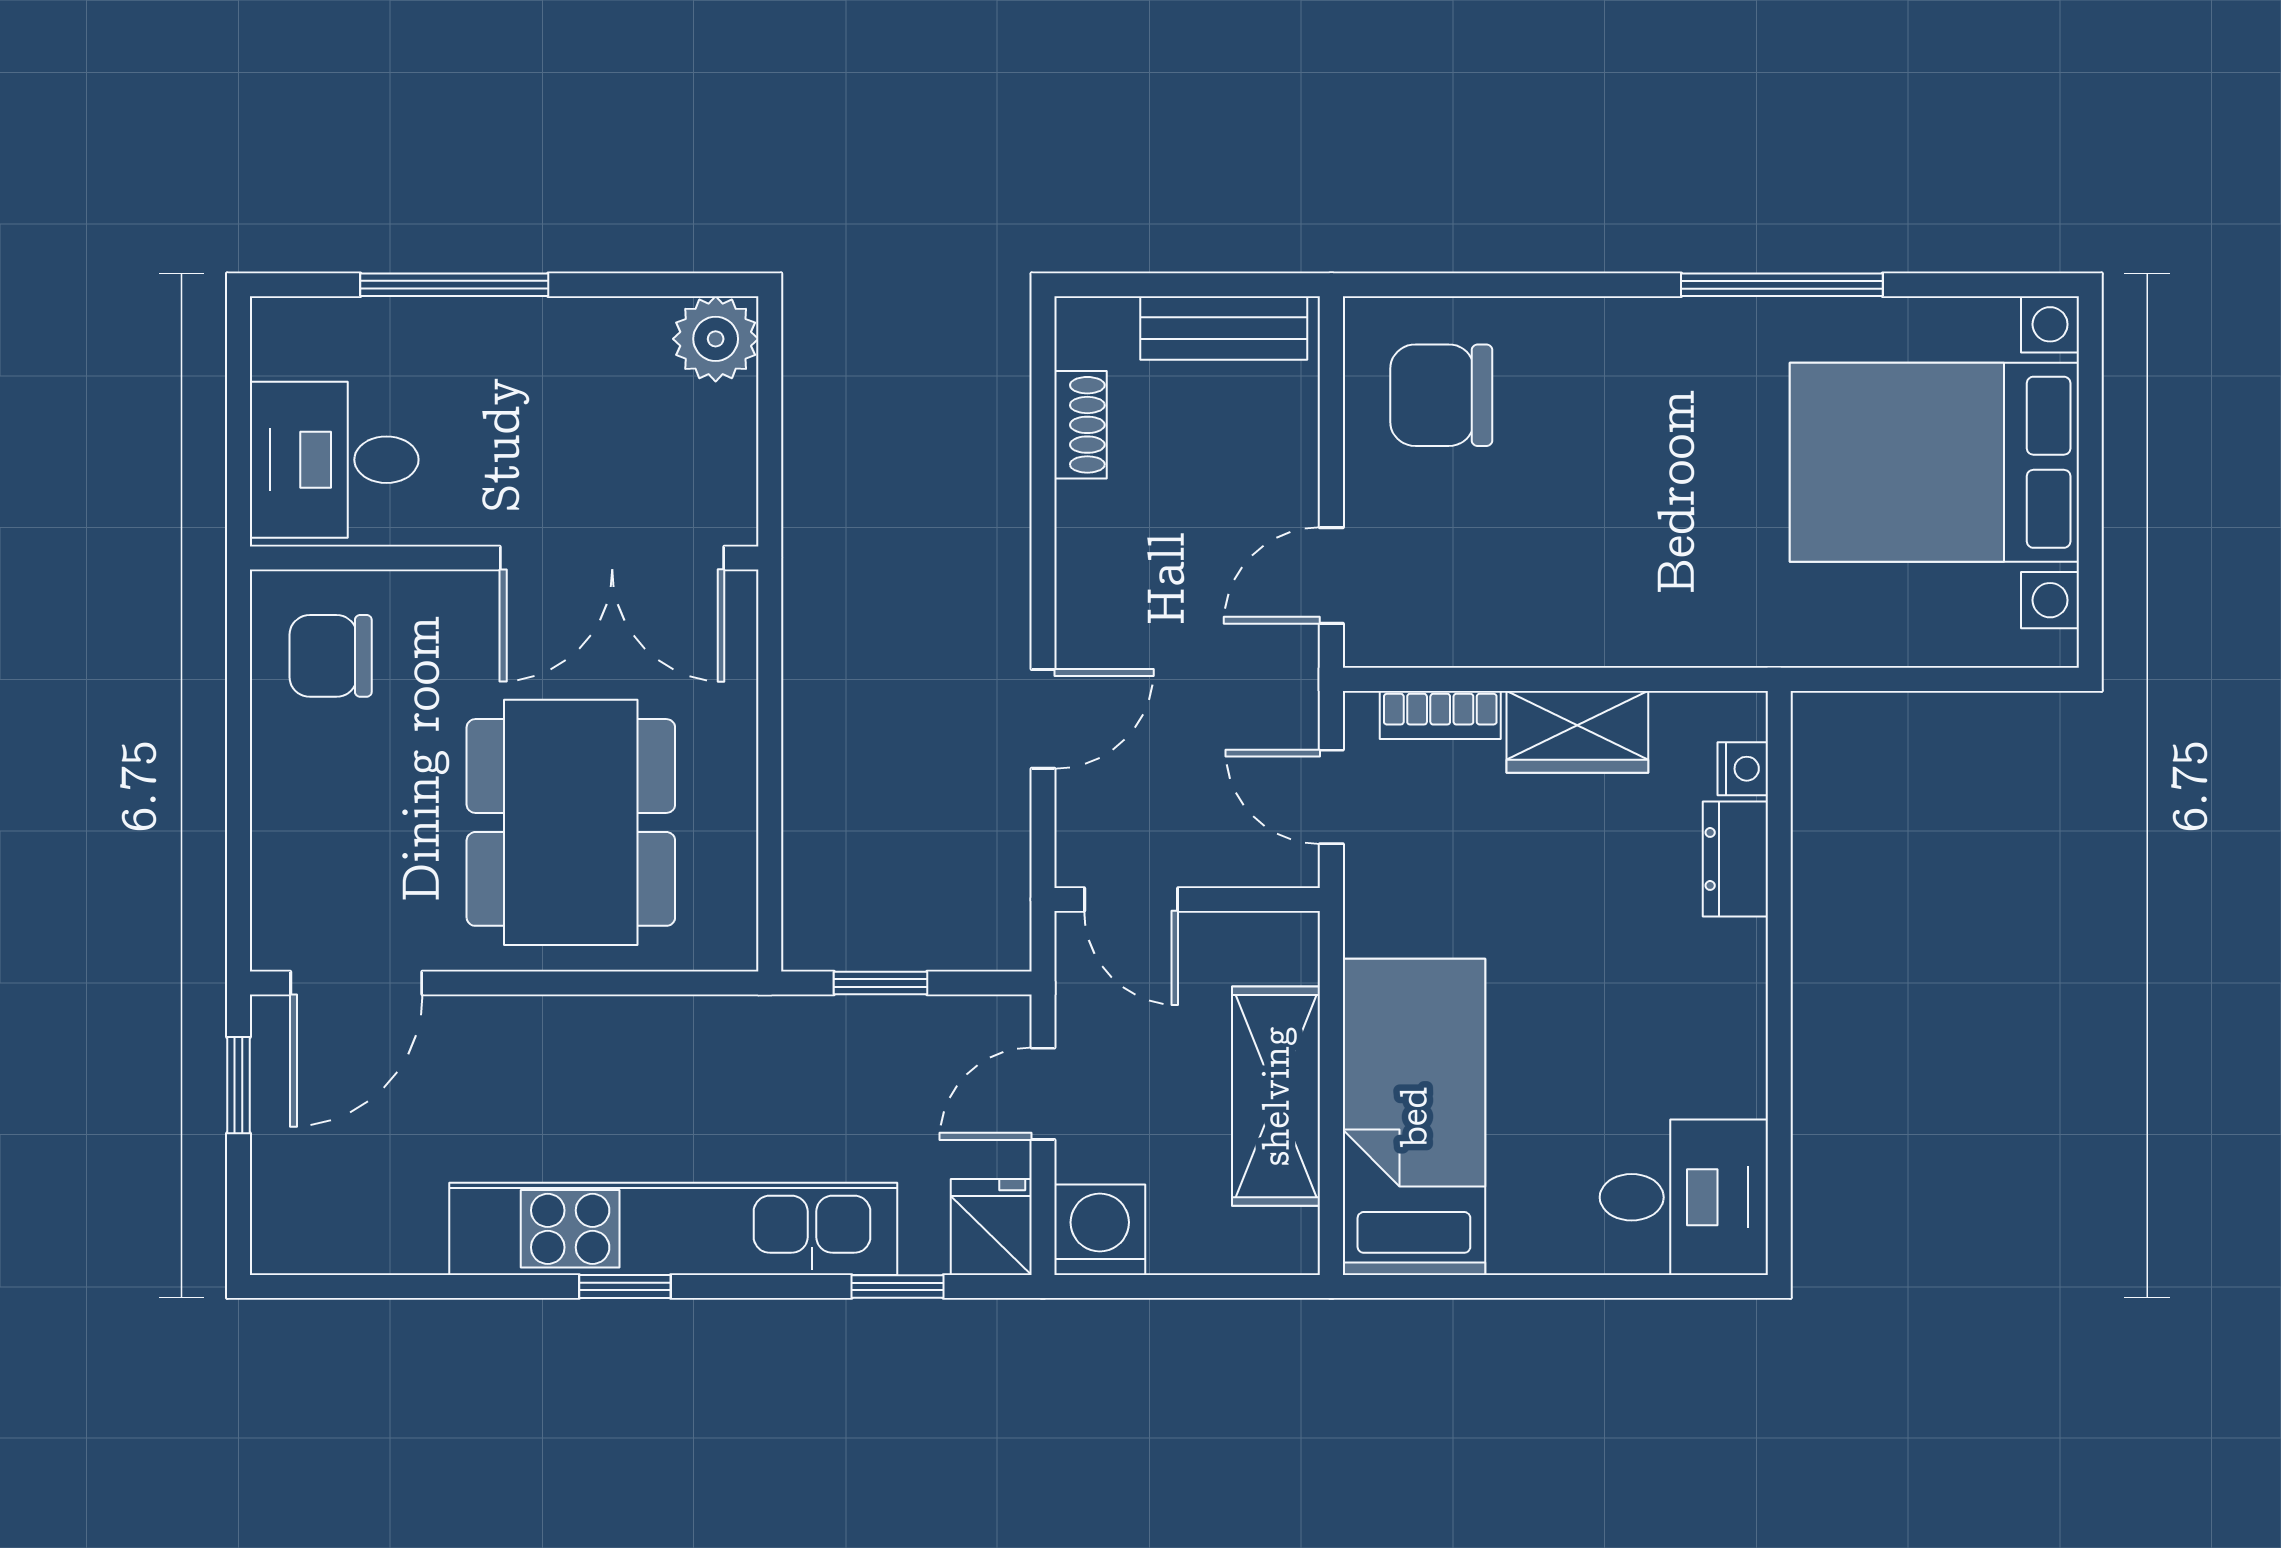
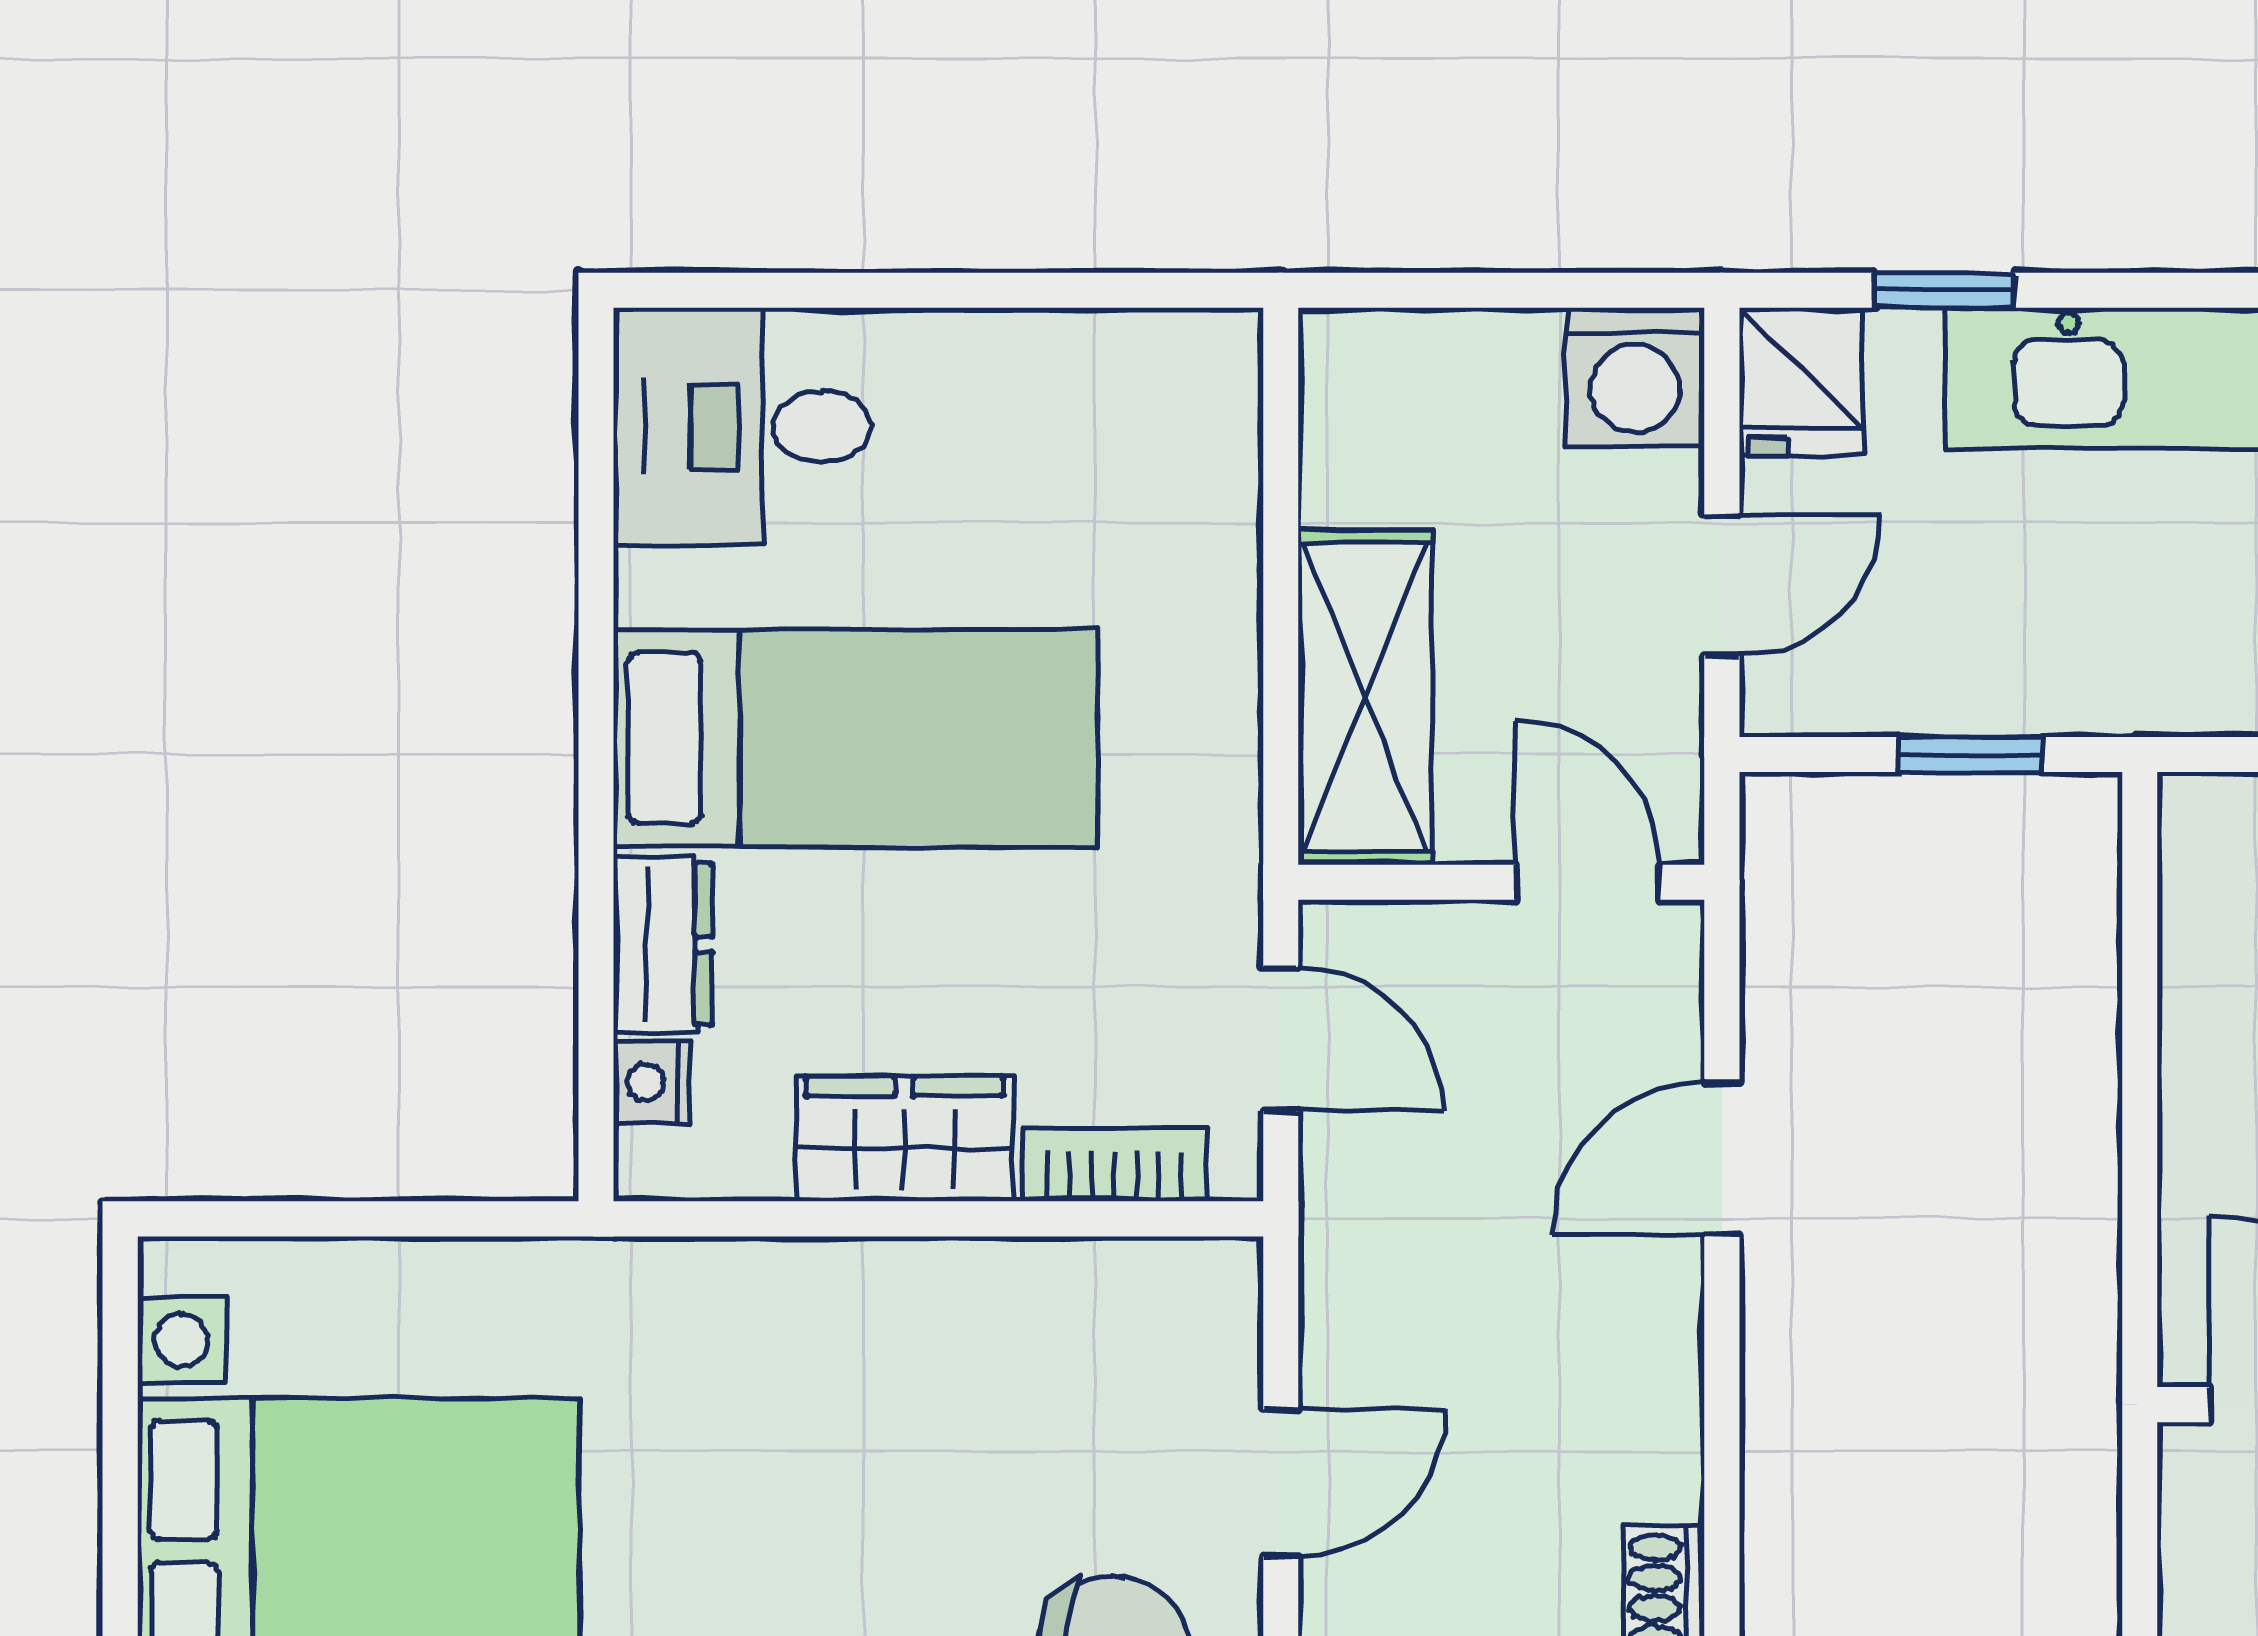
door: (1331, 576) -> (1281, 1483), moved
shelving: (1276, 1096) -> (1365, 697), moved
bed: (1414, 1117) -> (855, 738), moved, turned -90

